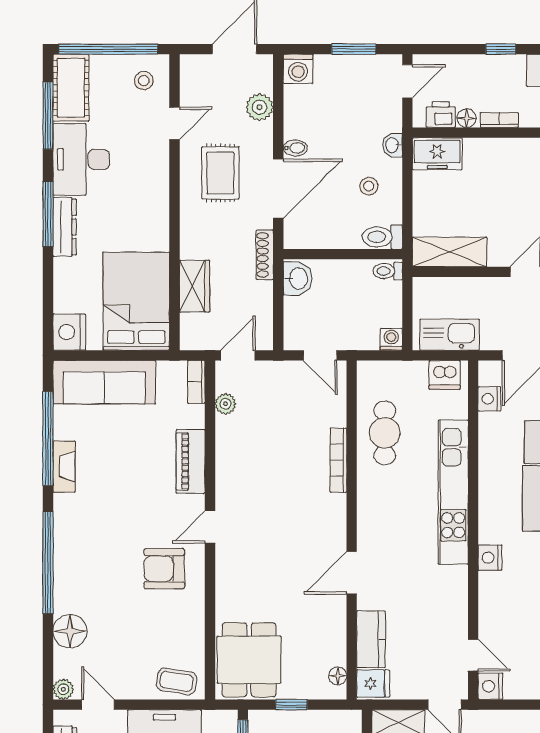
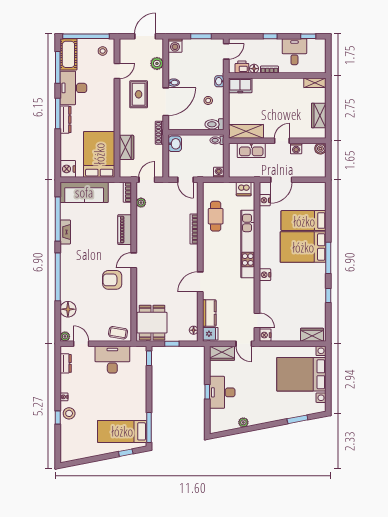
kitchen sink: (450, 335) -> (251, 150), moved, turned 180

